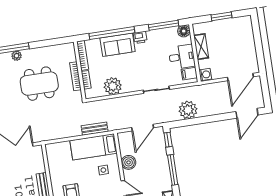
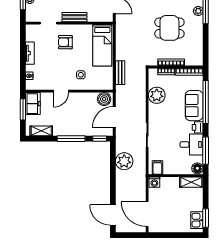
window: (222, 16) -> (206, 218), moved
kitchen sink: (239, 23) -> (197, 220), added
shelving: (201, 47) -> (191, 182), moved
desk: (182, 57) -> (192, 145), moved, turned -90
dining table: (39, 84) -> (169, 28), width x0.73
door: (143, 128) -> (114, 117), hinge flipped
bed: (93, 147) -> (102, 45), moved, turned 180
boiler: (129, 162) -> (104, 99), moved

